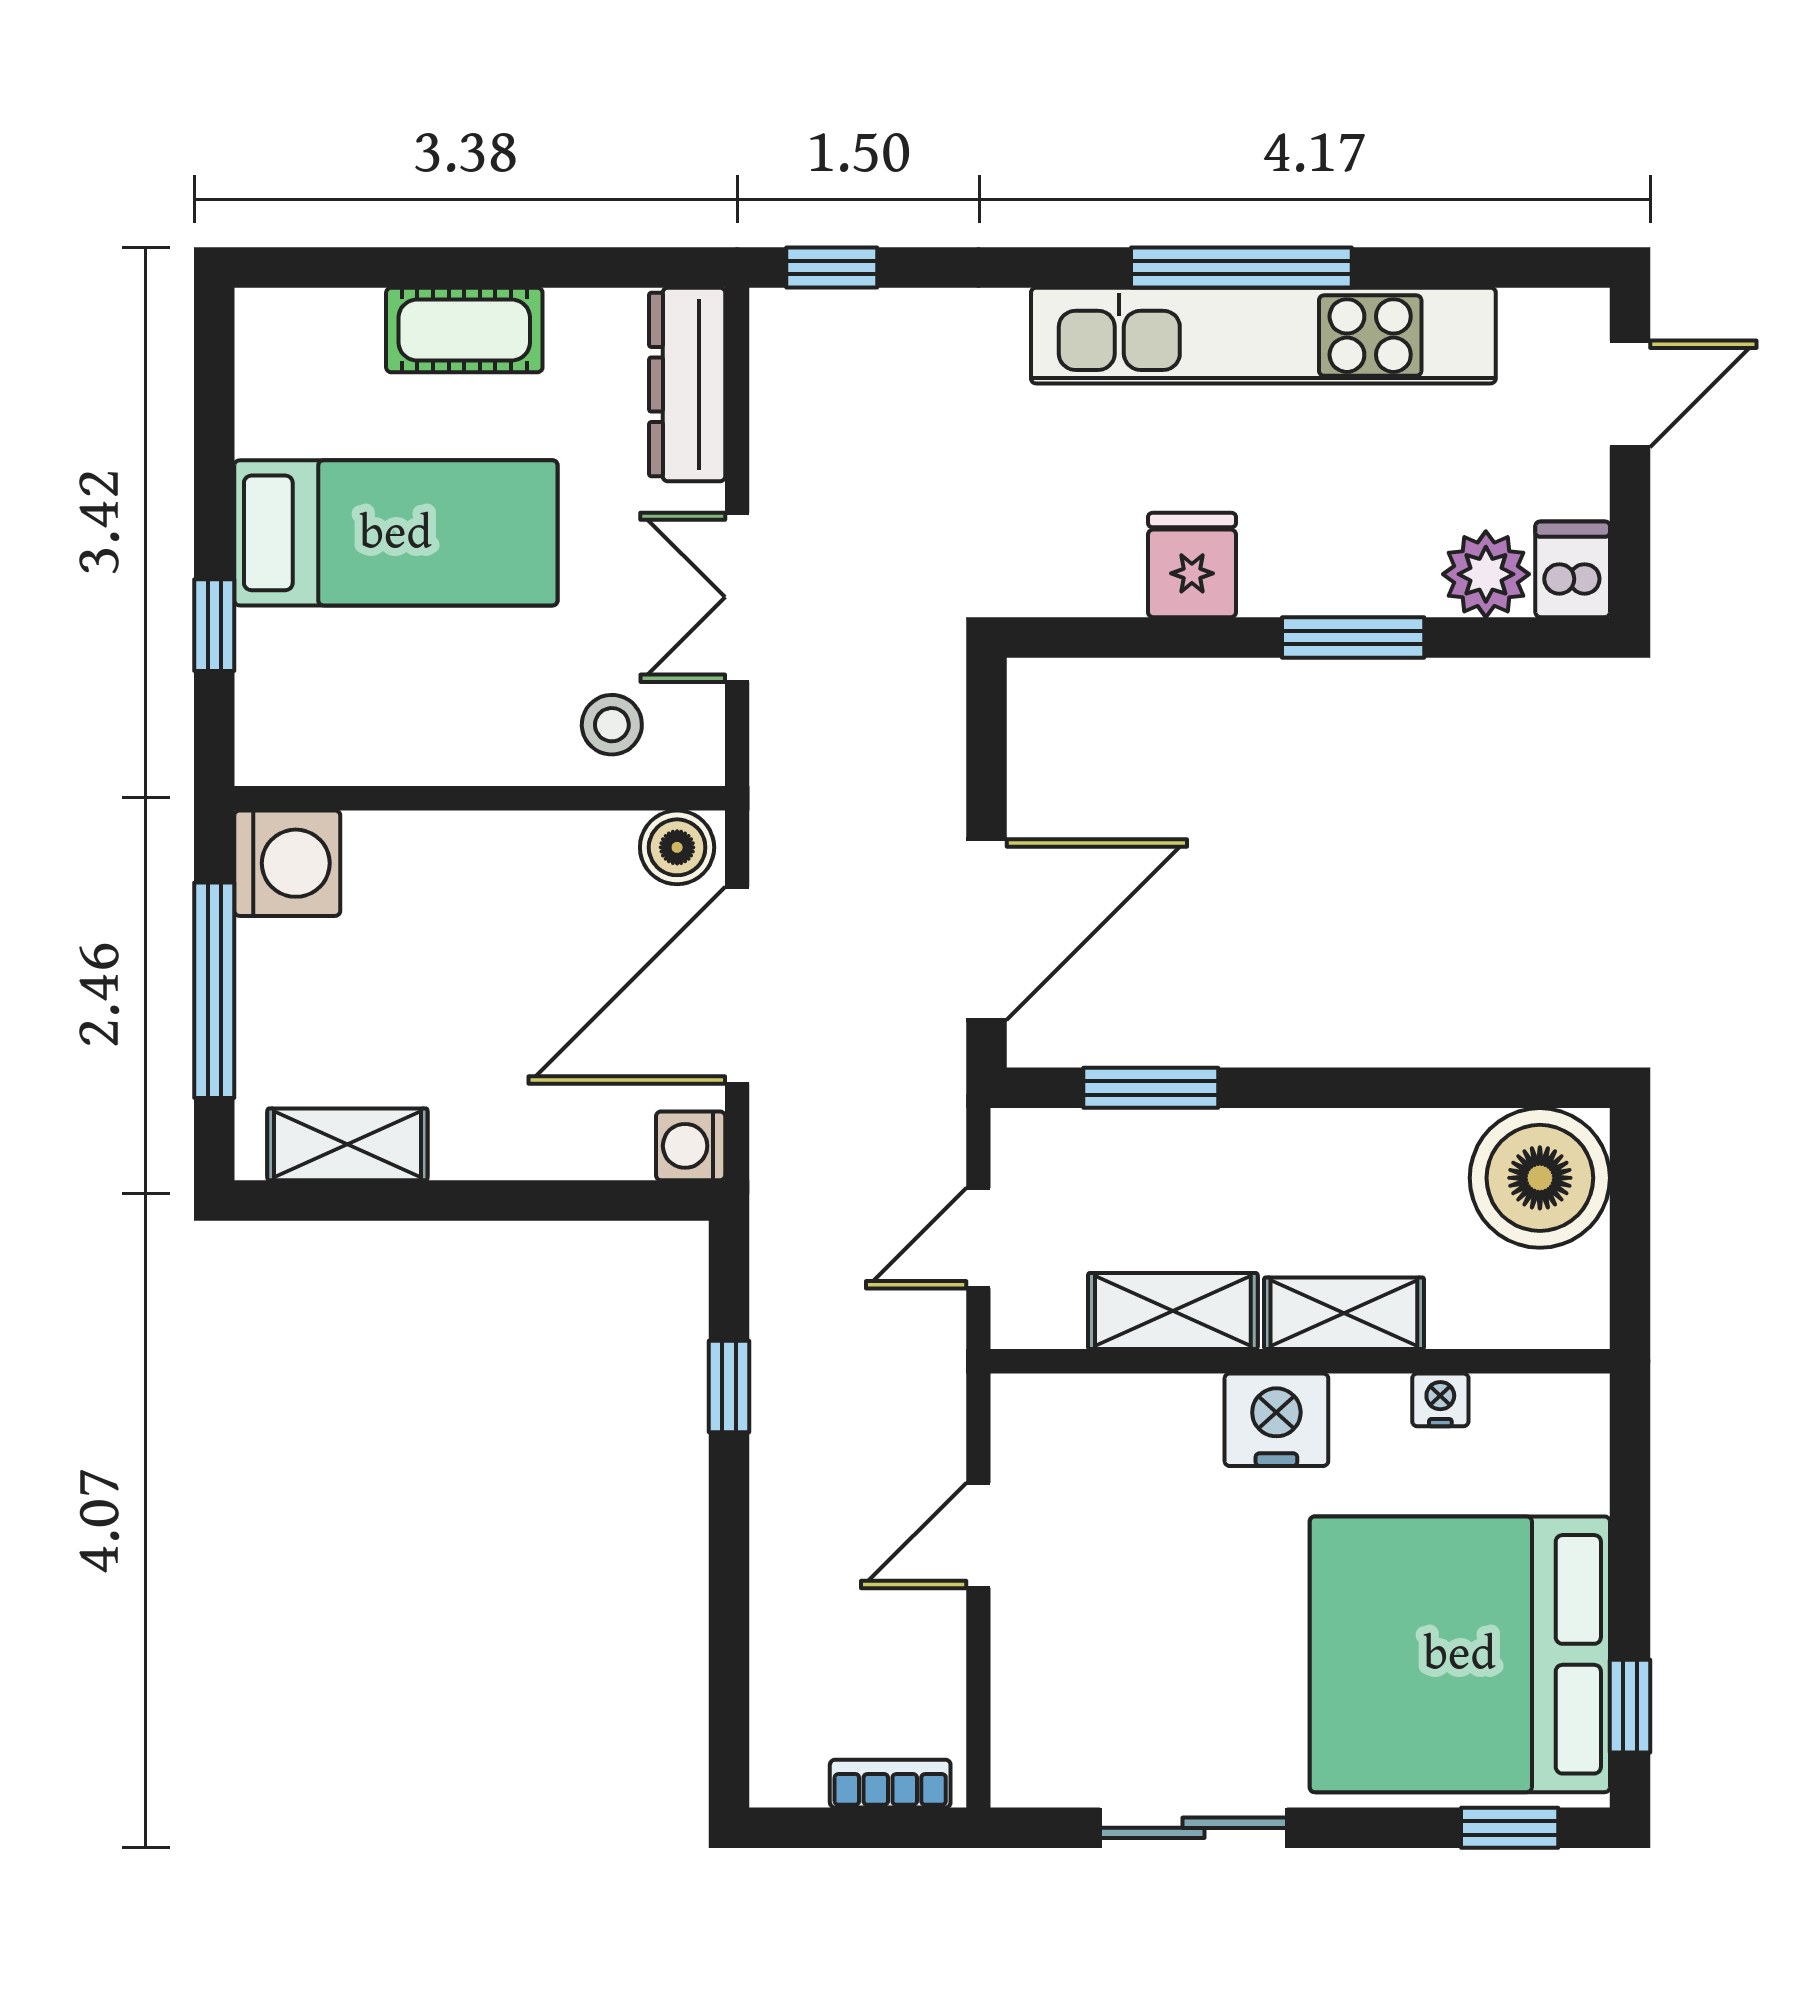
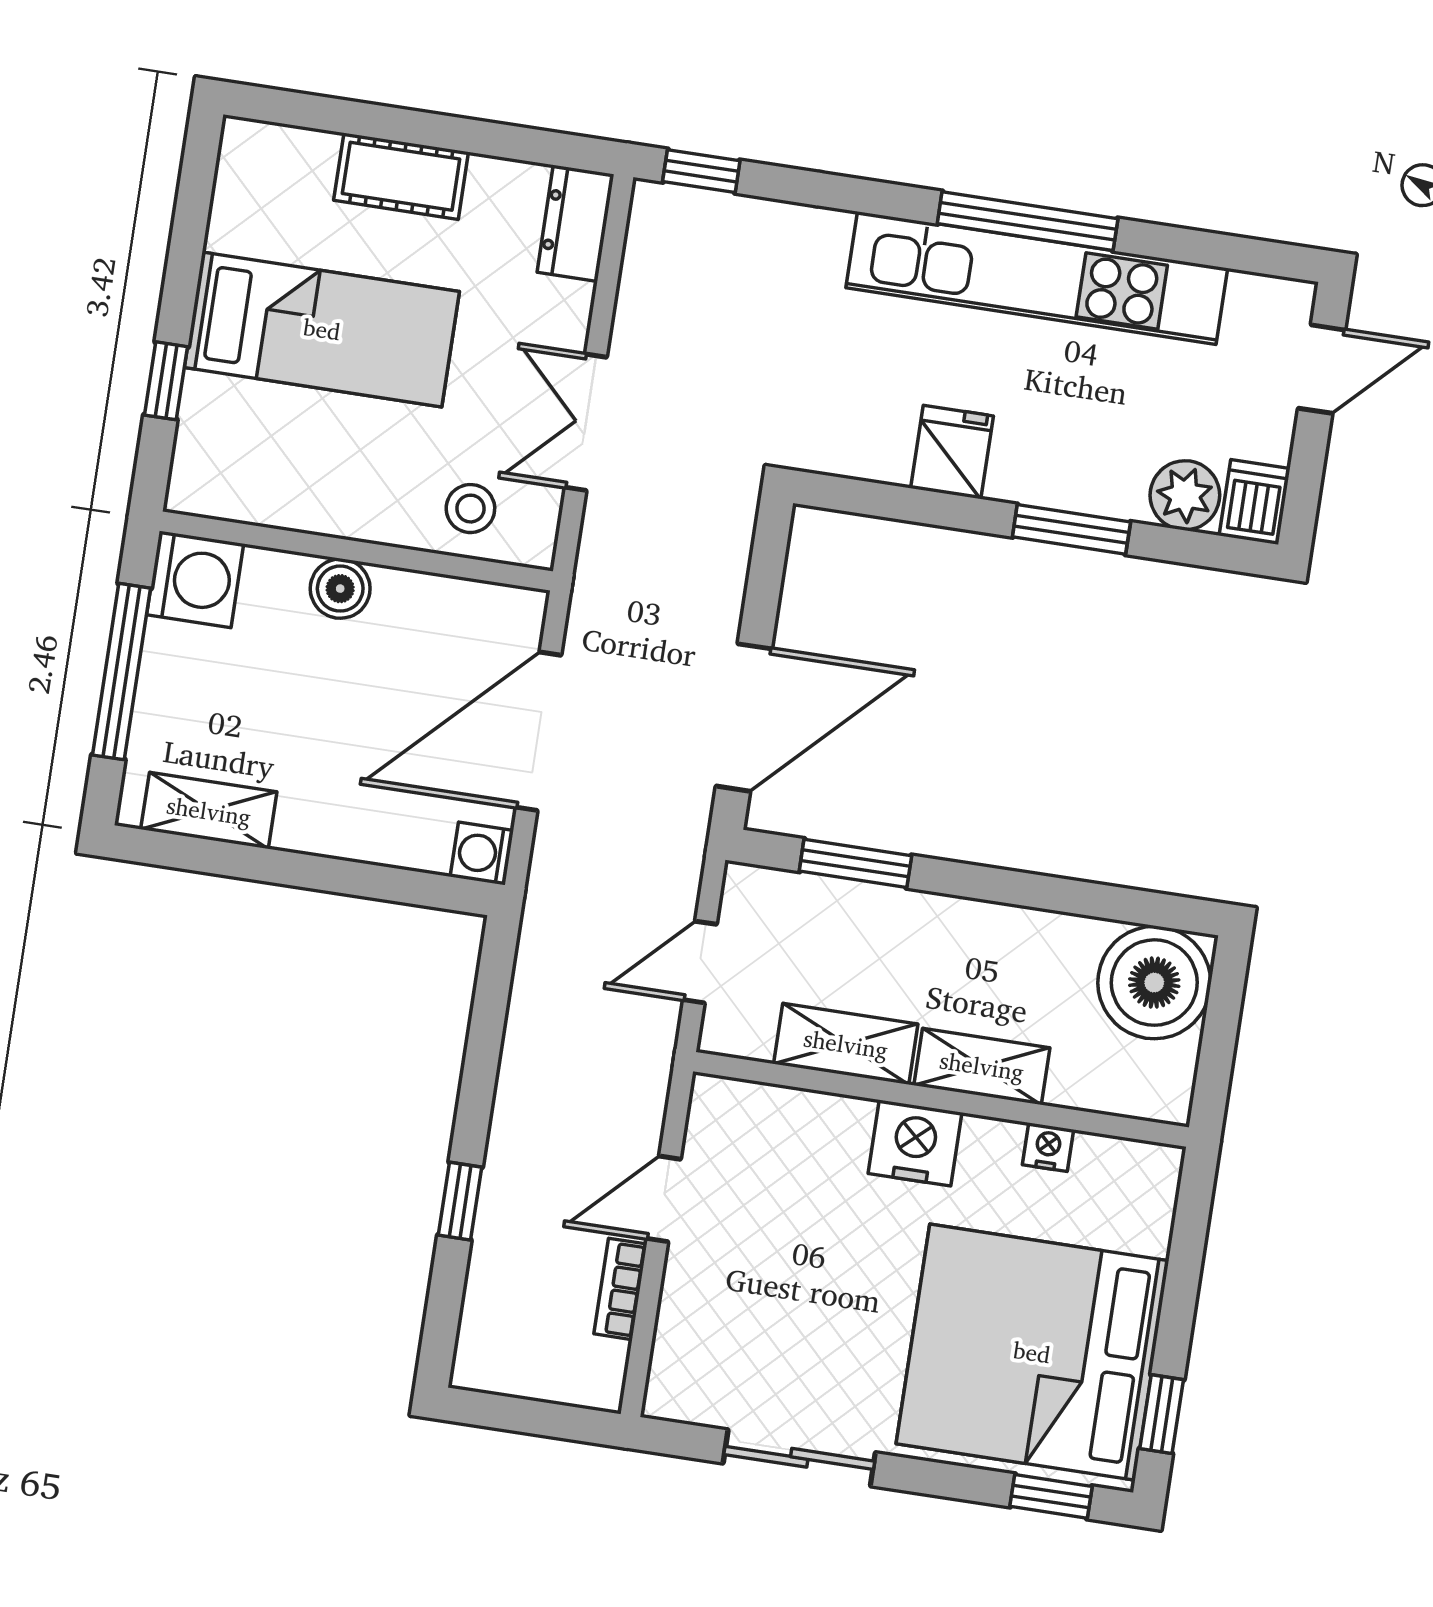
dresser: (687, 384) -> (575, 223), width x0.70
boiler: (677, 847) -> (340, 589), moved
window: (729, 1386) -> (460, 1201), moved
bookcase: (890, 1784) -> (620, 1289), moved, turned -90

